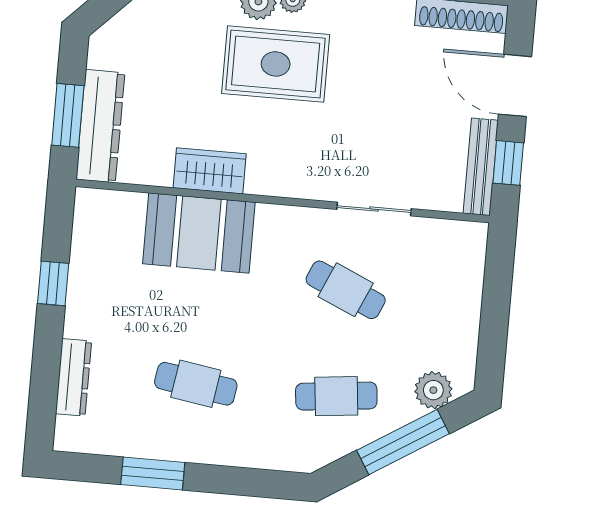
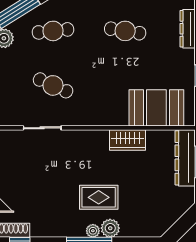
rug: (276, 64) -> (99, 197), width x0.73, depth x0.70
booth: (199, 233) -> (156, 108), moved

